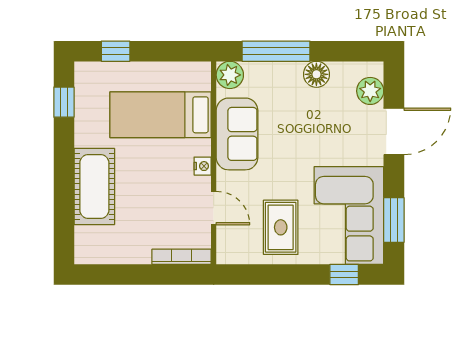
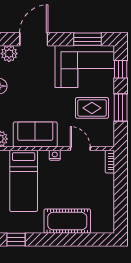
door: (394, 131) -> (34, 39), hinge flipped
door: (214, 208) -> (80, 149), hinge flipped
bookcase: (182, 257) -> (110, 162), width x0.64
window: (281, 274) -> (121, 108), added

